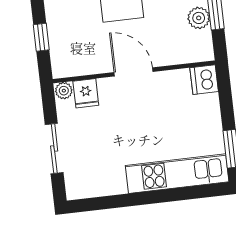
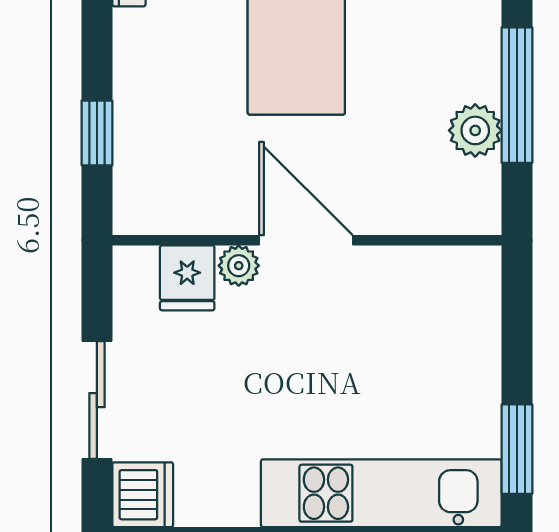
dishwasher: (204, 80) -> (143, 495), moved, turned 180
plant: (64, 91) -> (239, 266), moved

